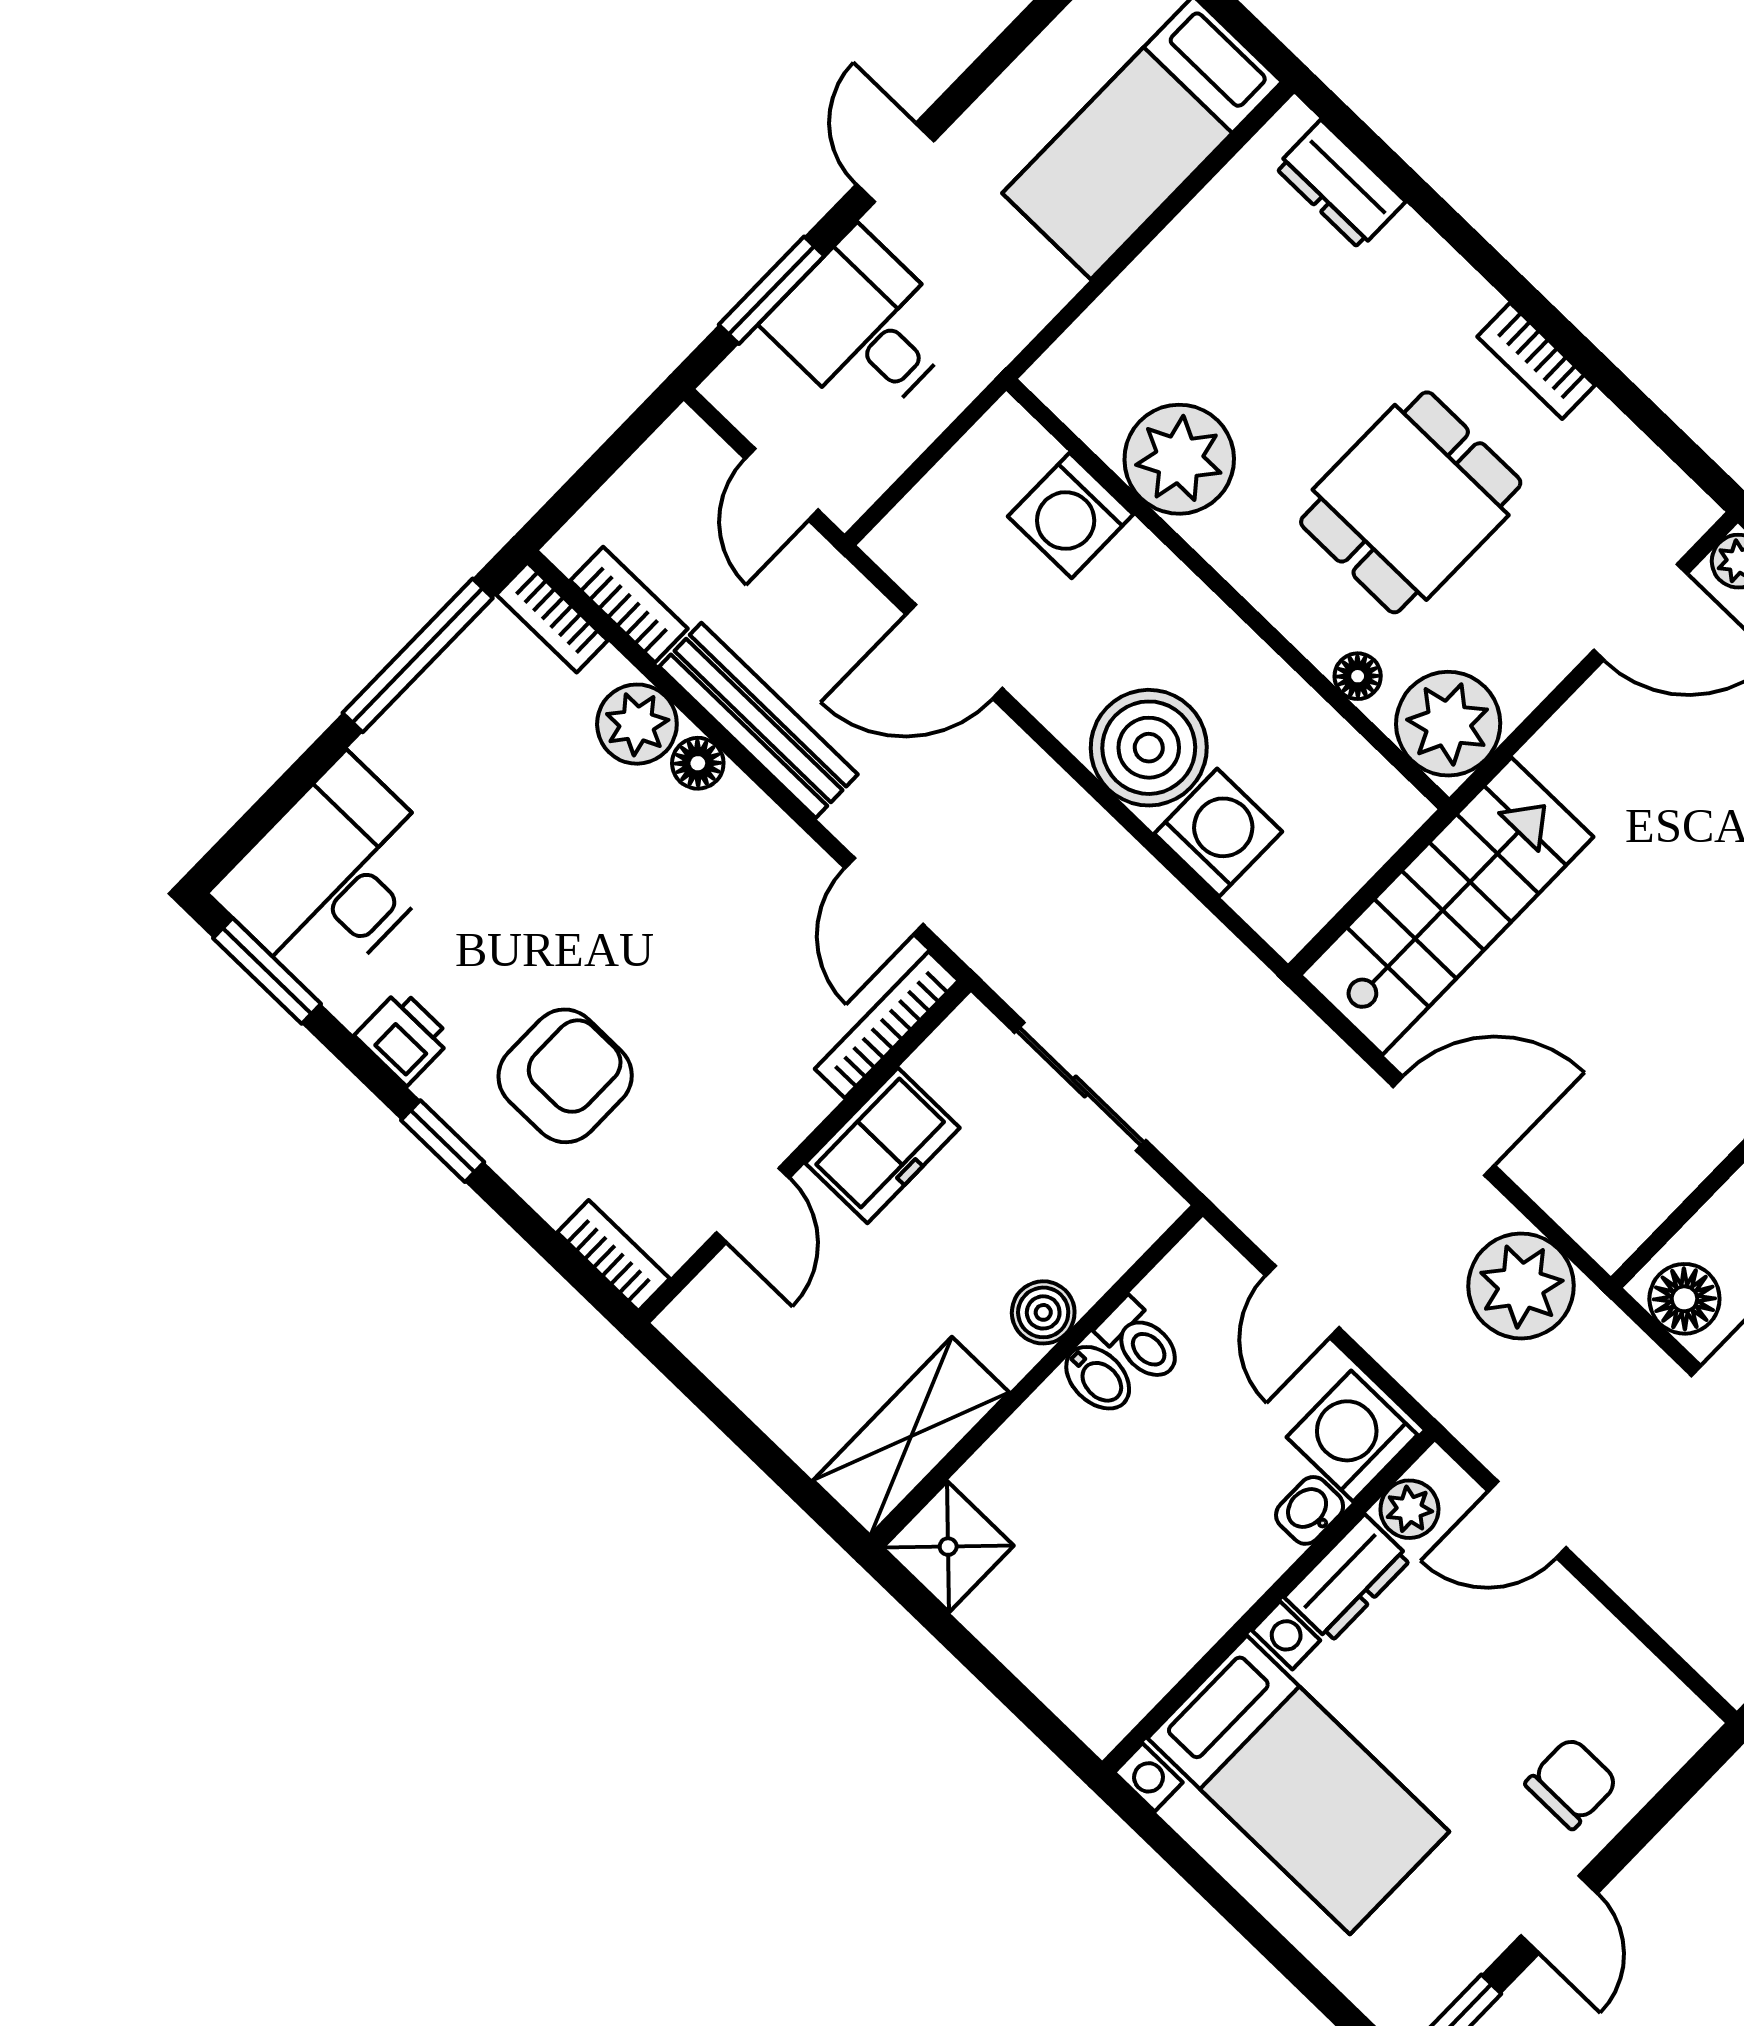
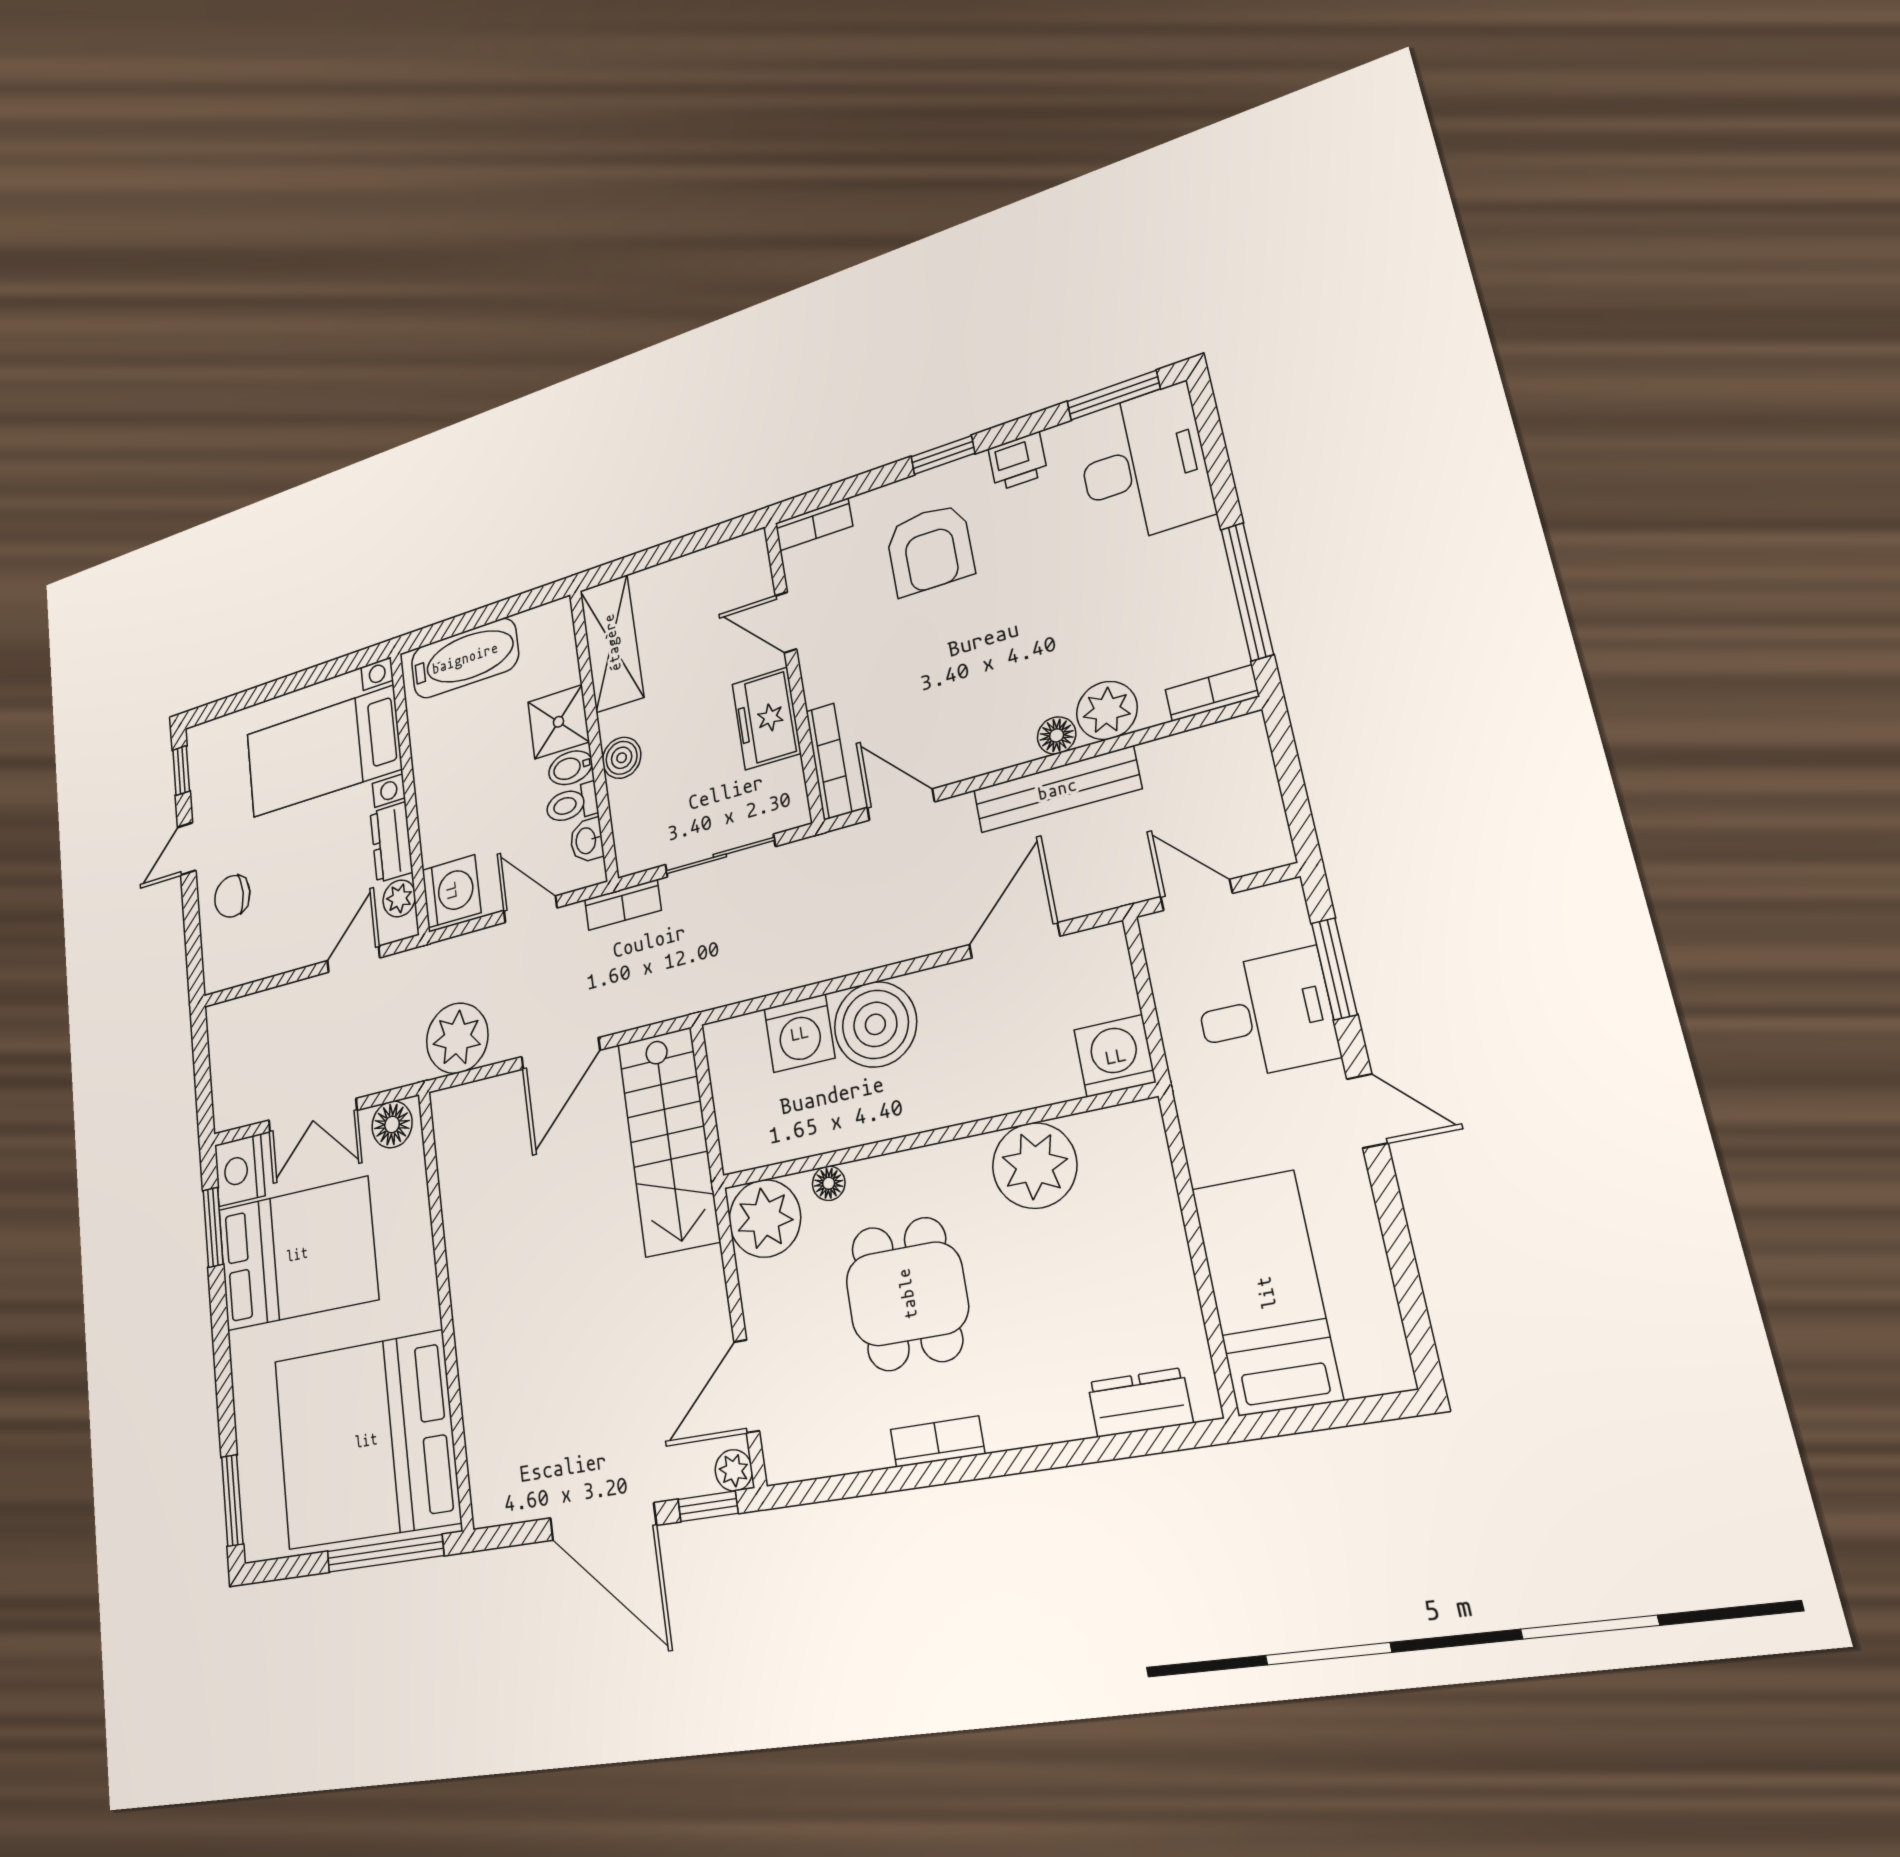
washing machine: (1071, 515) -> (1115, 1056), moved
bookcase: (629, 605) -> (623, 905), moved
washbasin: (1310, 1510) -> (587, 841), moved, turned 180
shower: (948, 1547) -> (558, 722), moved
bathtub: (1051, 1650) -> (465, 658), added
chair: (1572, 1783) -> (232, 896), turned 90
door: (1559, 1914) -> (187, 849), hinge flipped

